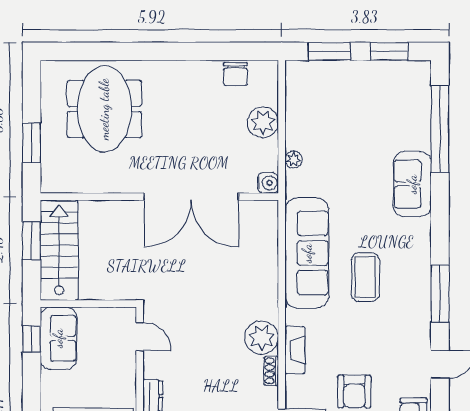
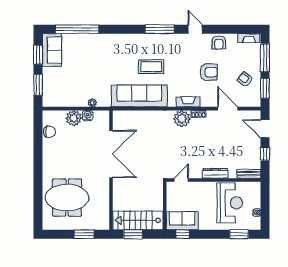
water cooler: (268, 183) -> (88, 116), moved
sofa: (412, 184) -> (52, 50), moved, turned -90

